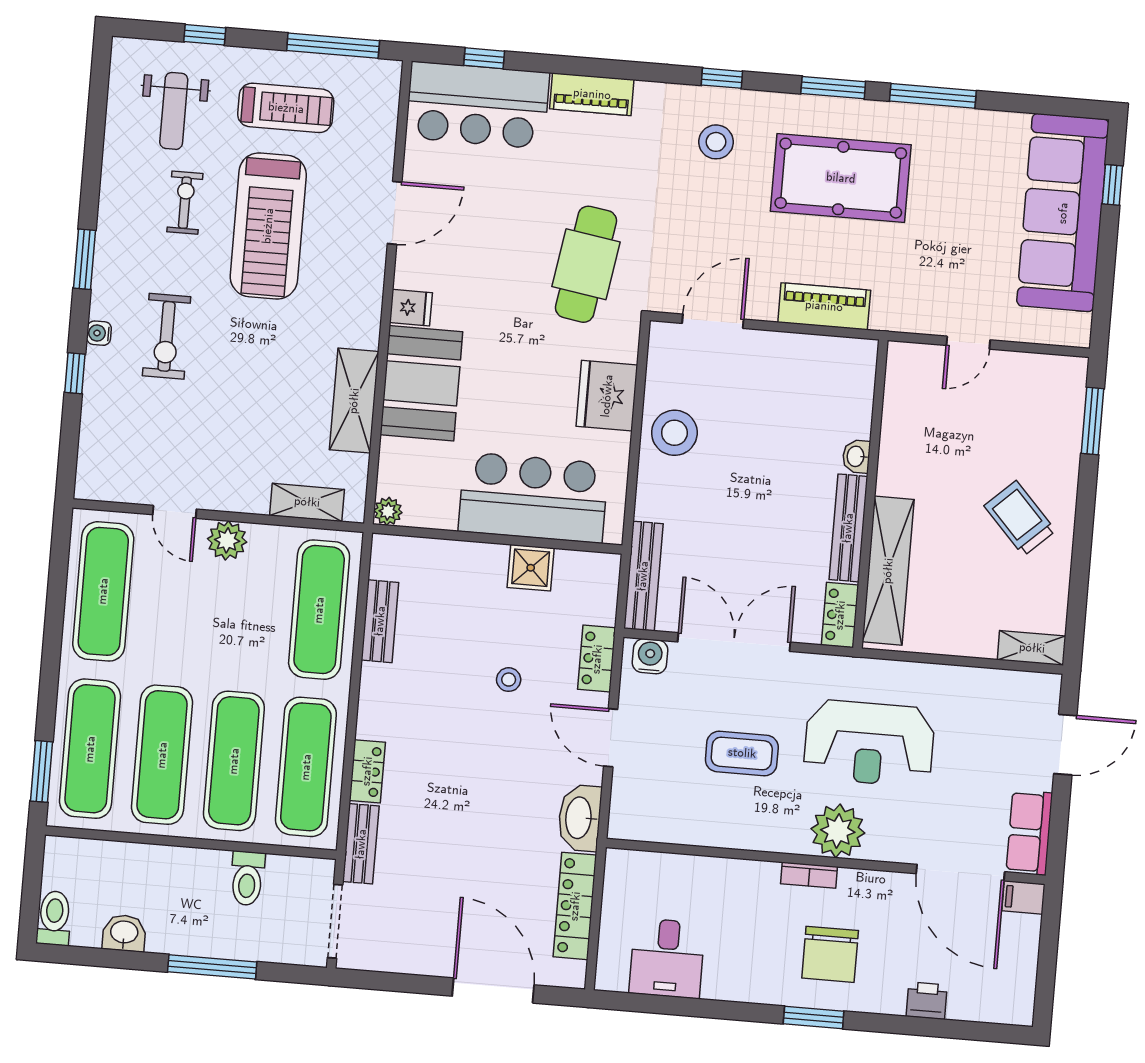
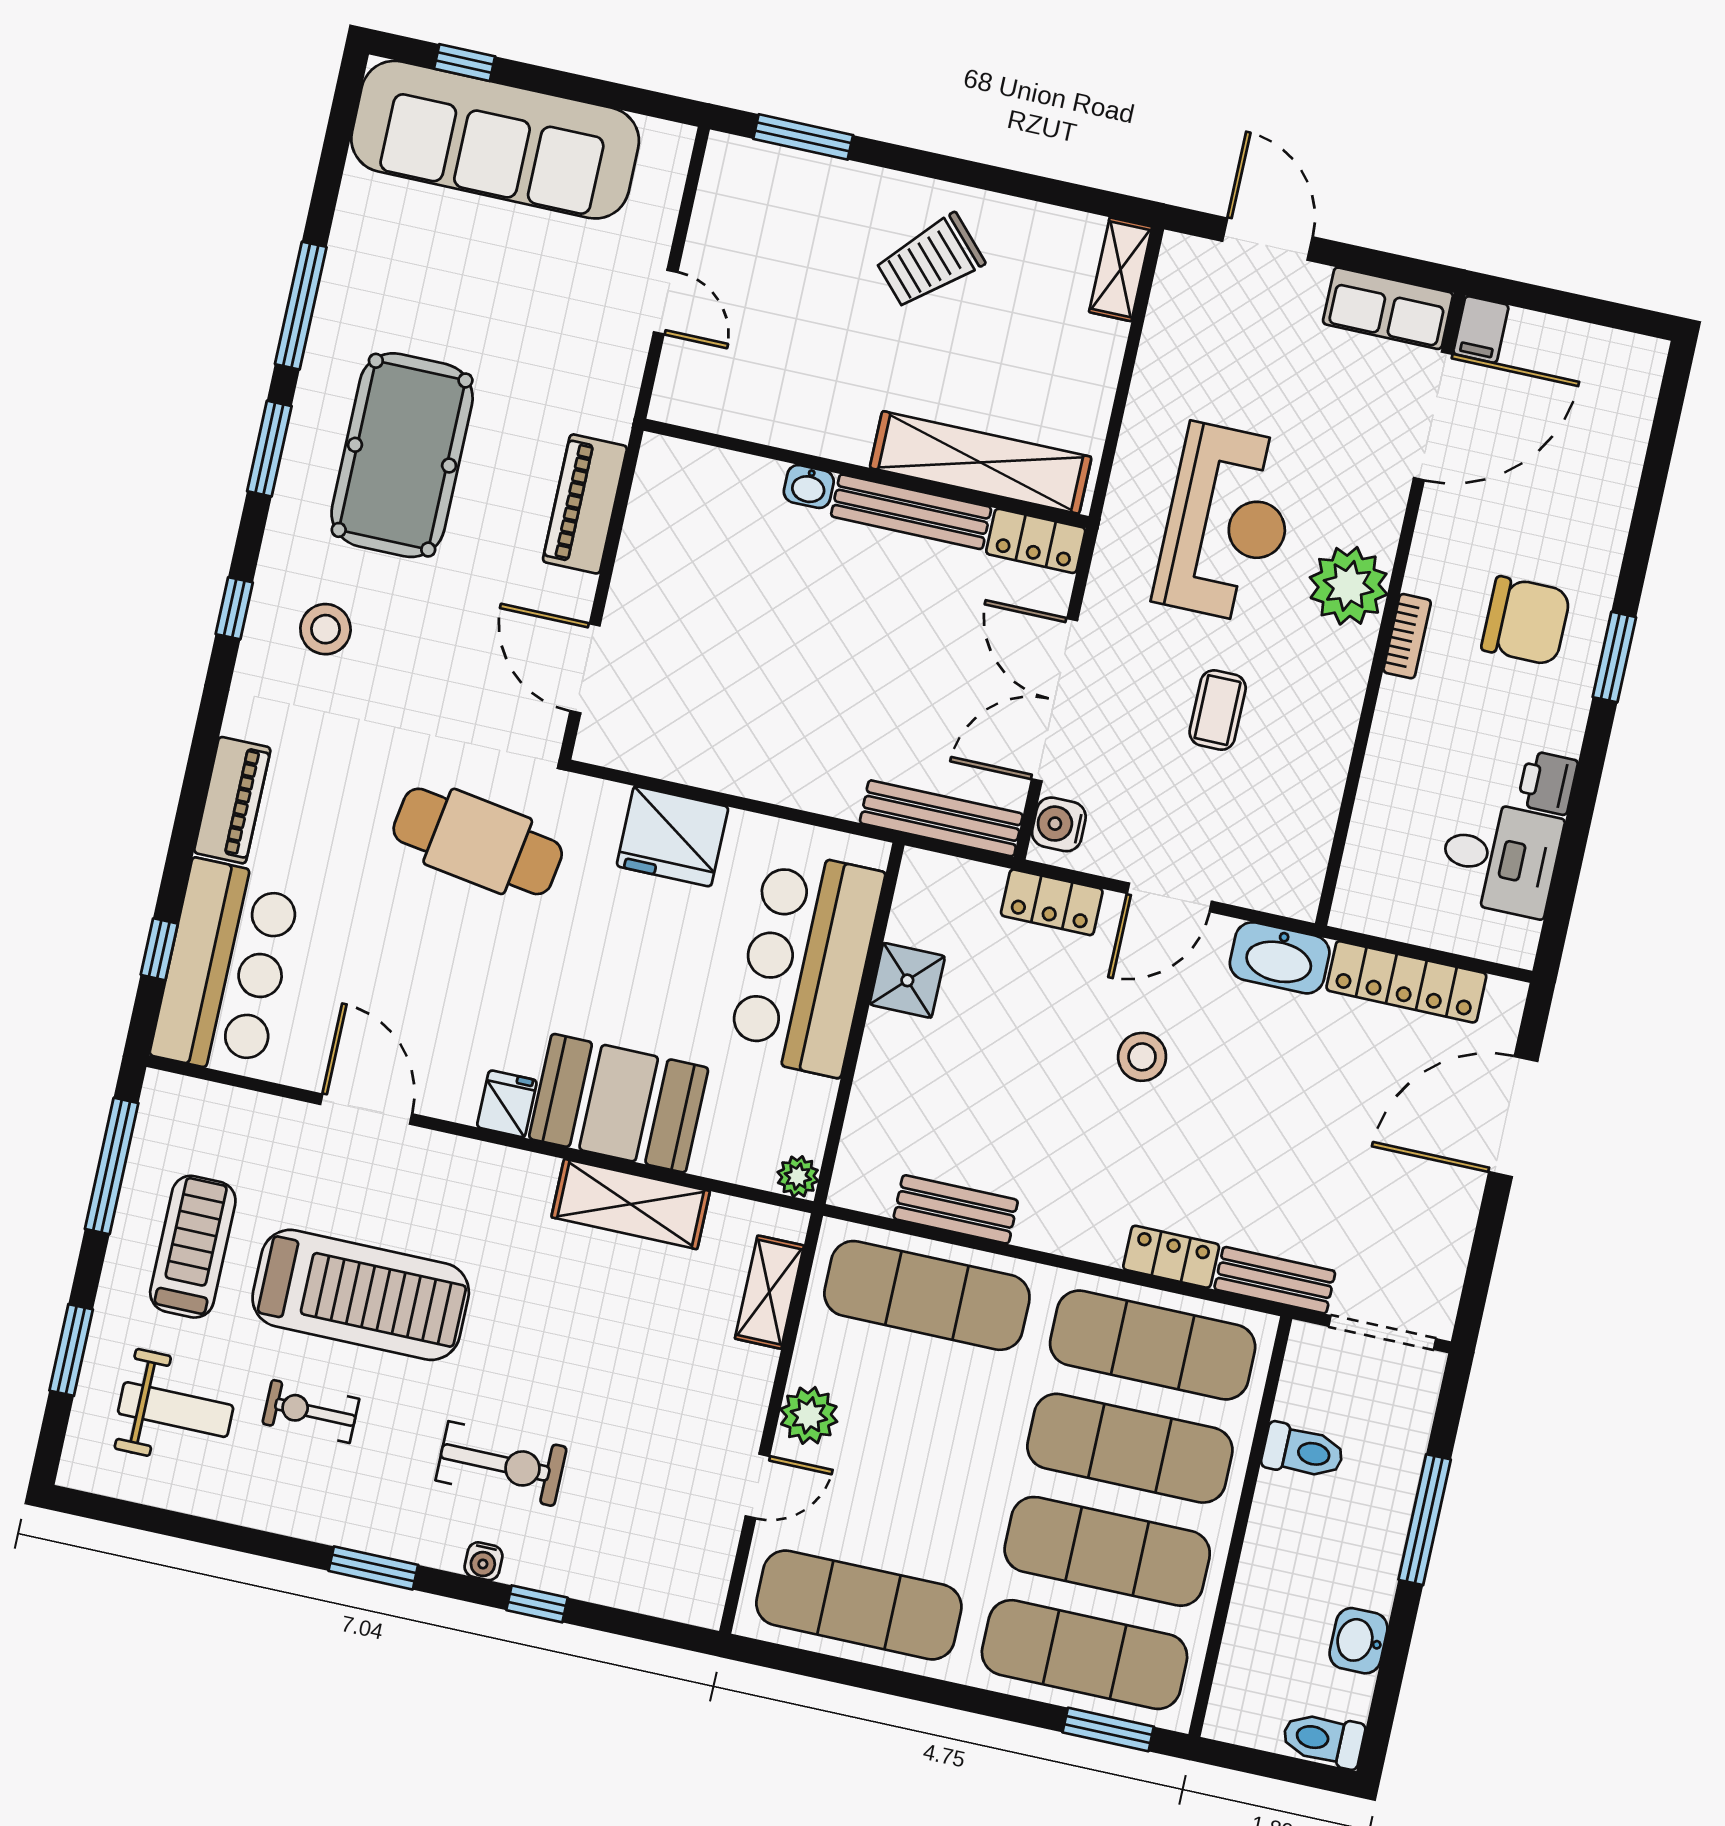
window: (205, 35) -> (71, 1350), width x1.50
stool: (674, 433) -> (739, 746), removed
stool: (509, 680) -> (1142, 1057), moved, width x1.37, depth x1.37
coffee table: (742, 753) -> (1218, 710), width x0.73, depth x0.77
printer: (927, 1001) -> (1548, 783), moved

